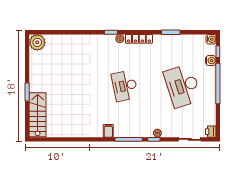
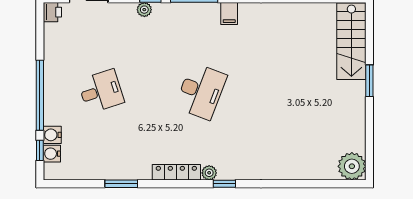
water cooler: (211, 39) -> (52, 154), moved
desk: (125, 86) -> (201, 91), turned 33
desk: (183, 86) -> (101, 91), width x0.53, depth x0.77

